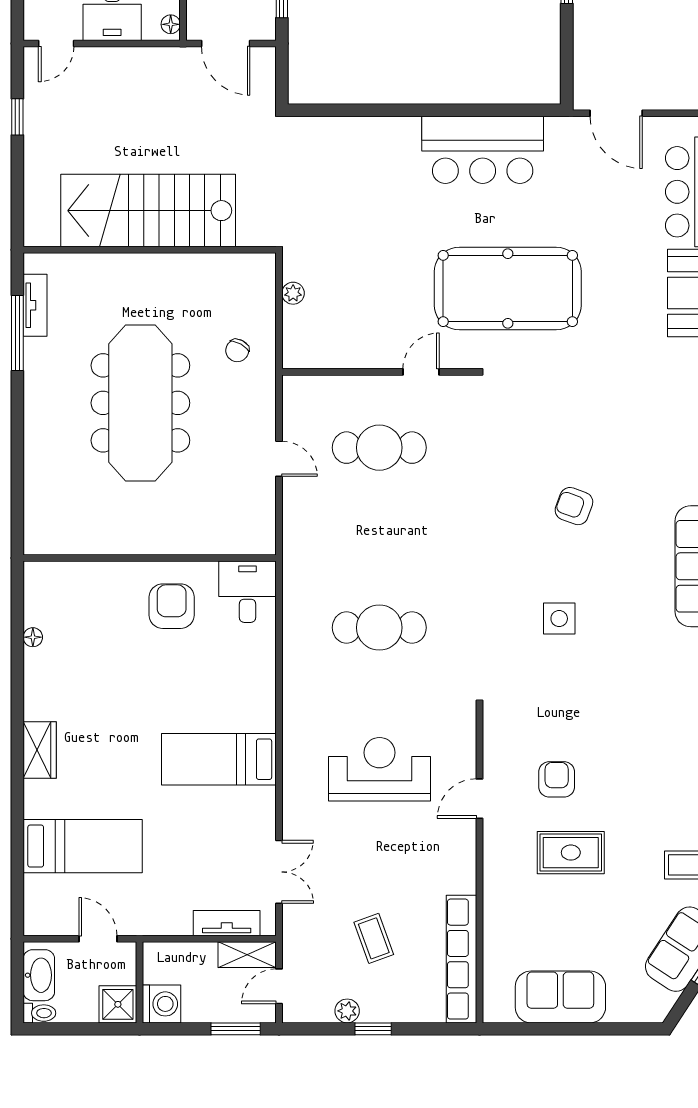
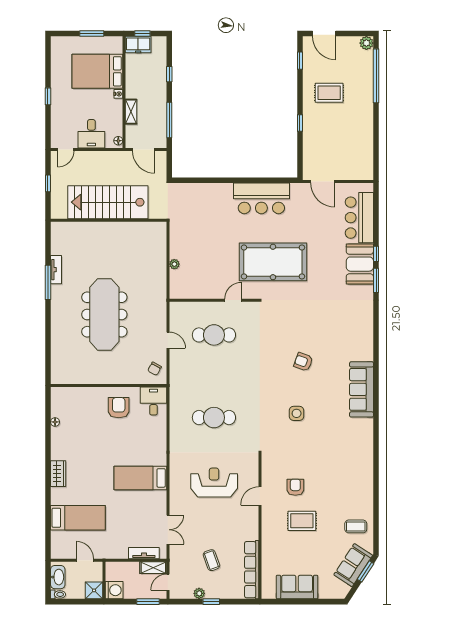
stairs: (148, 211) -> (108, 202), moved
wall: (150, 250) -> (109, 220), moved
chair: (237, 350) -> (155, 369), moved

